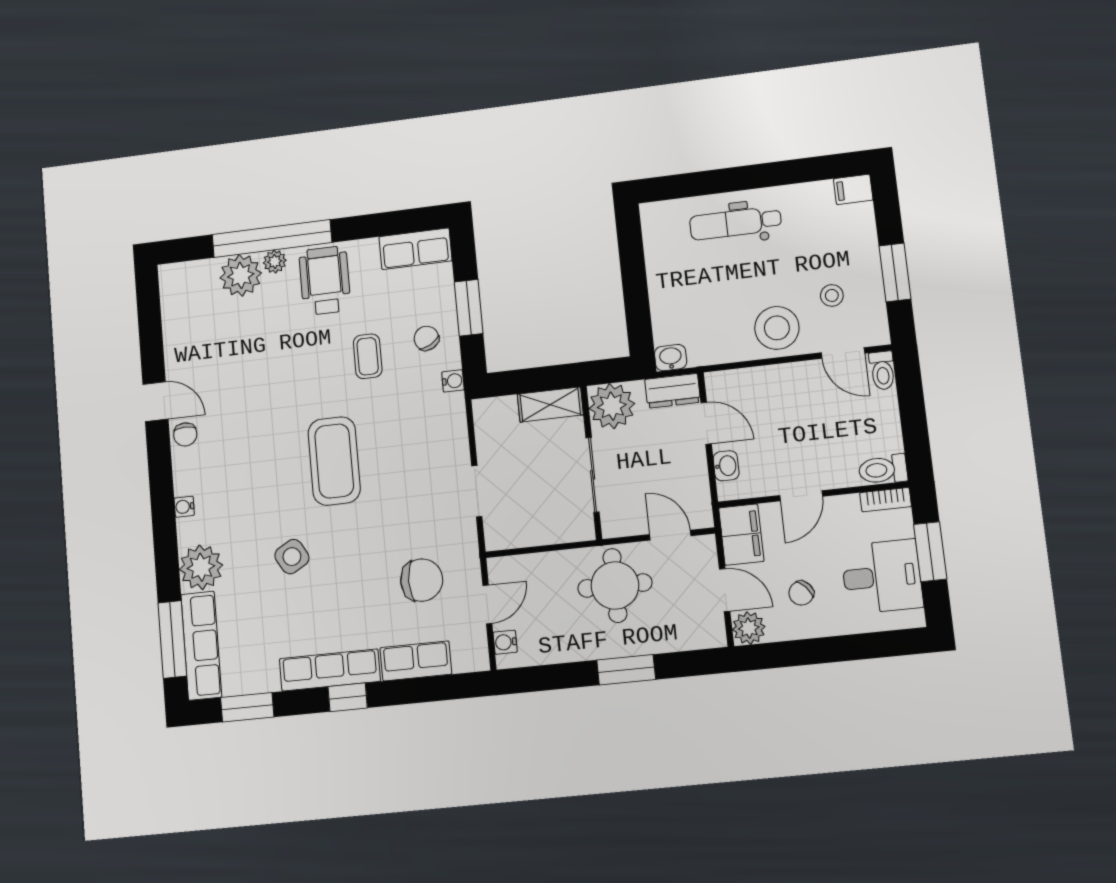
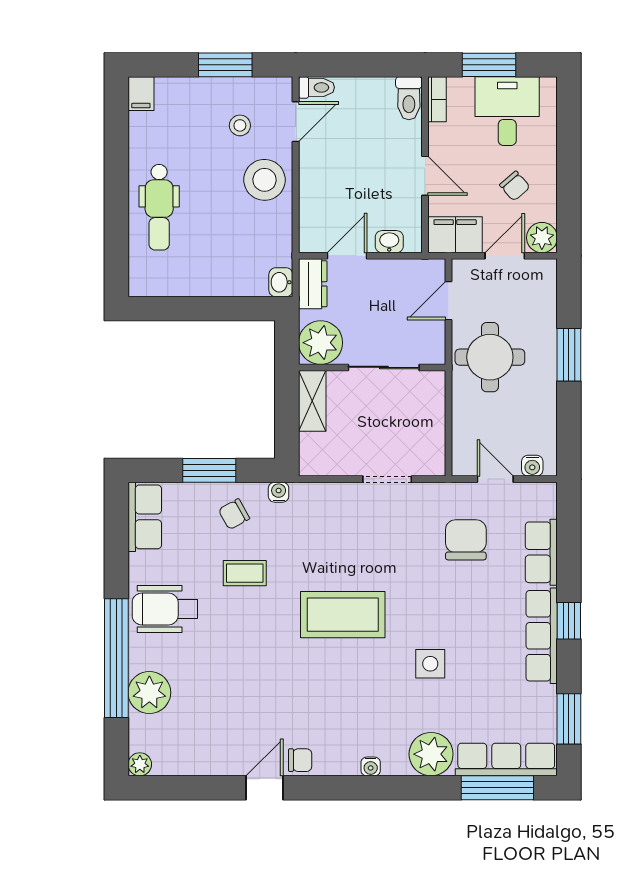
plant: (275, 262) -> (140, 764), moved
side table: (292, 557) -> (430, 664), turned 30

